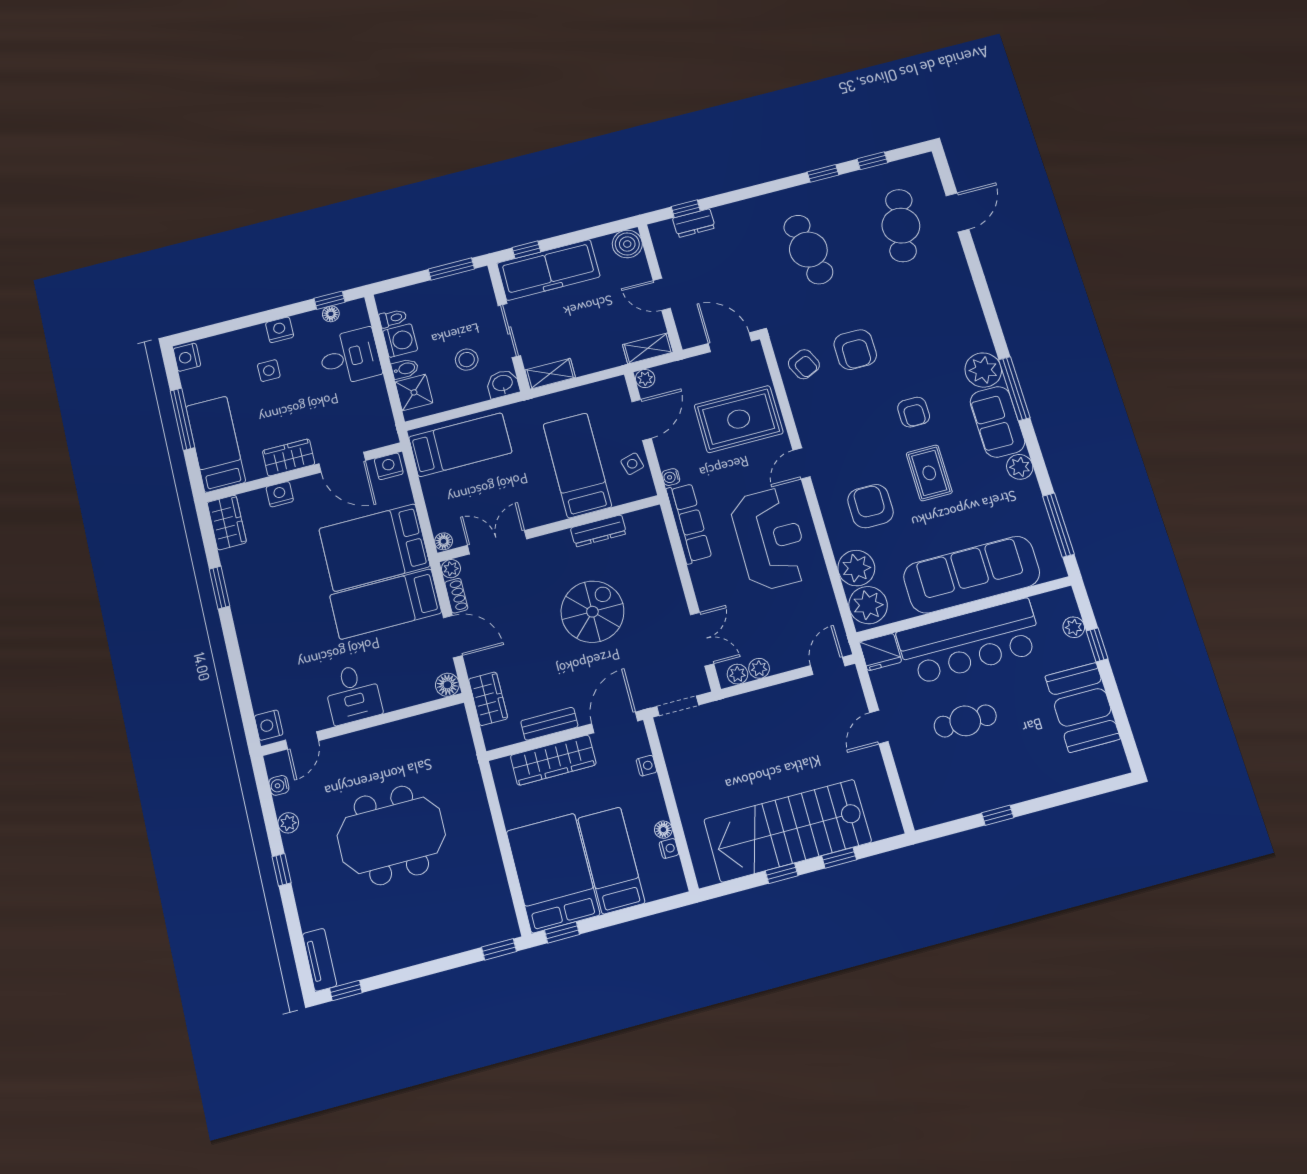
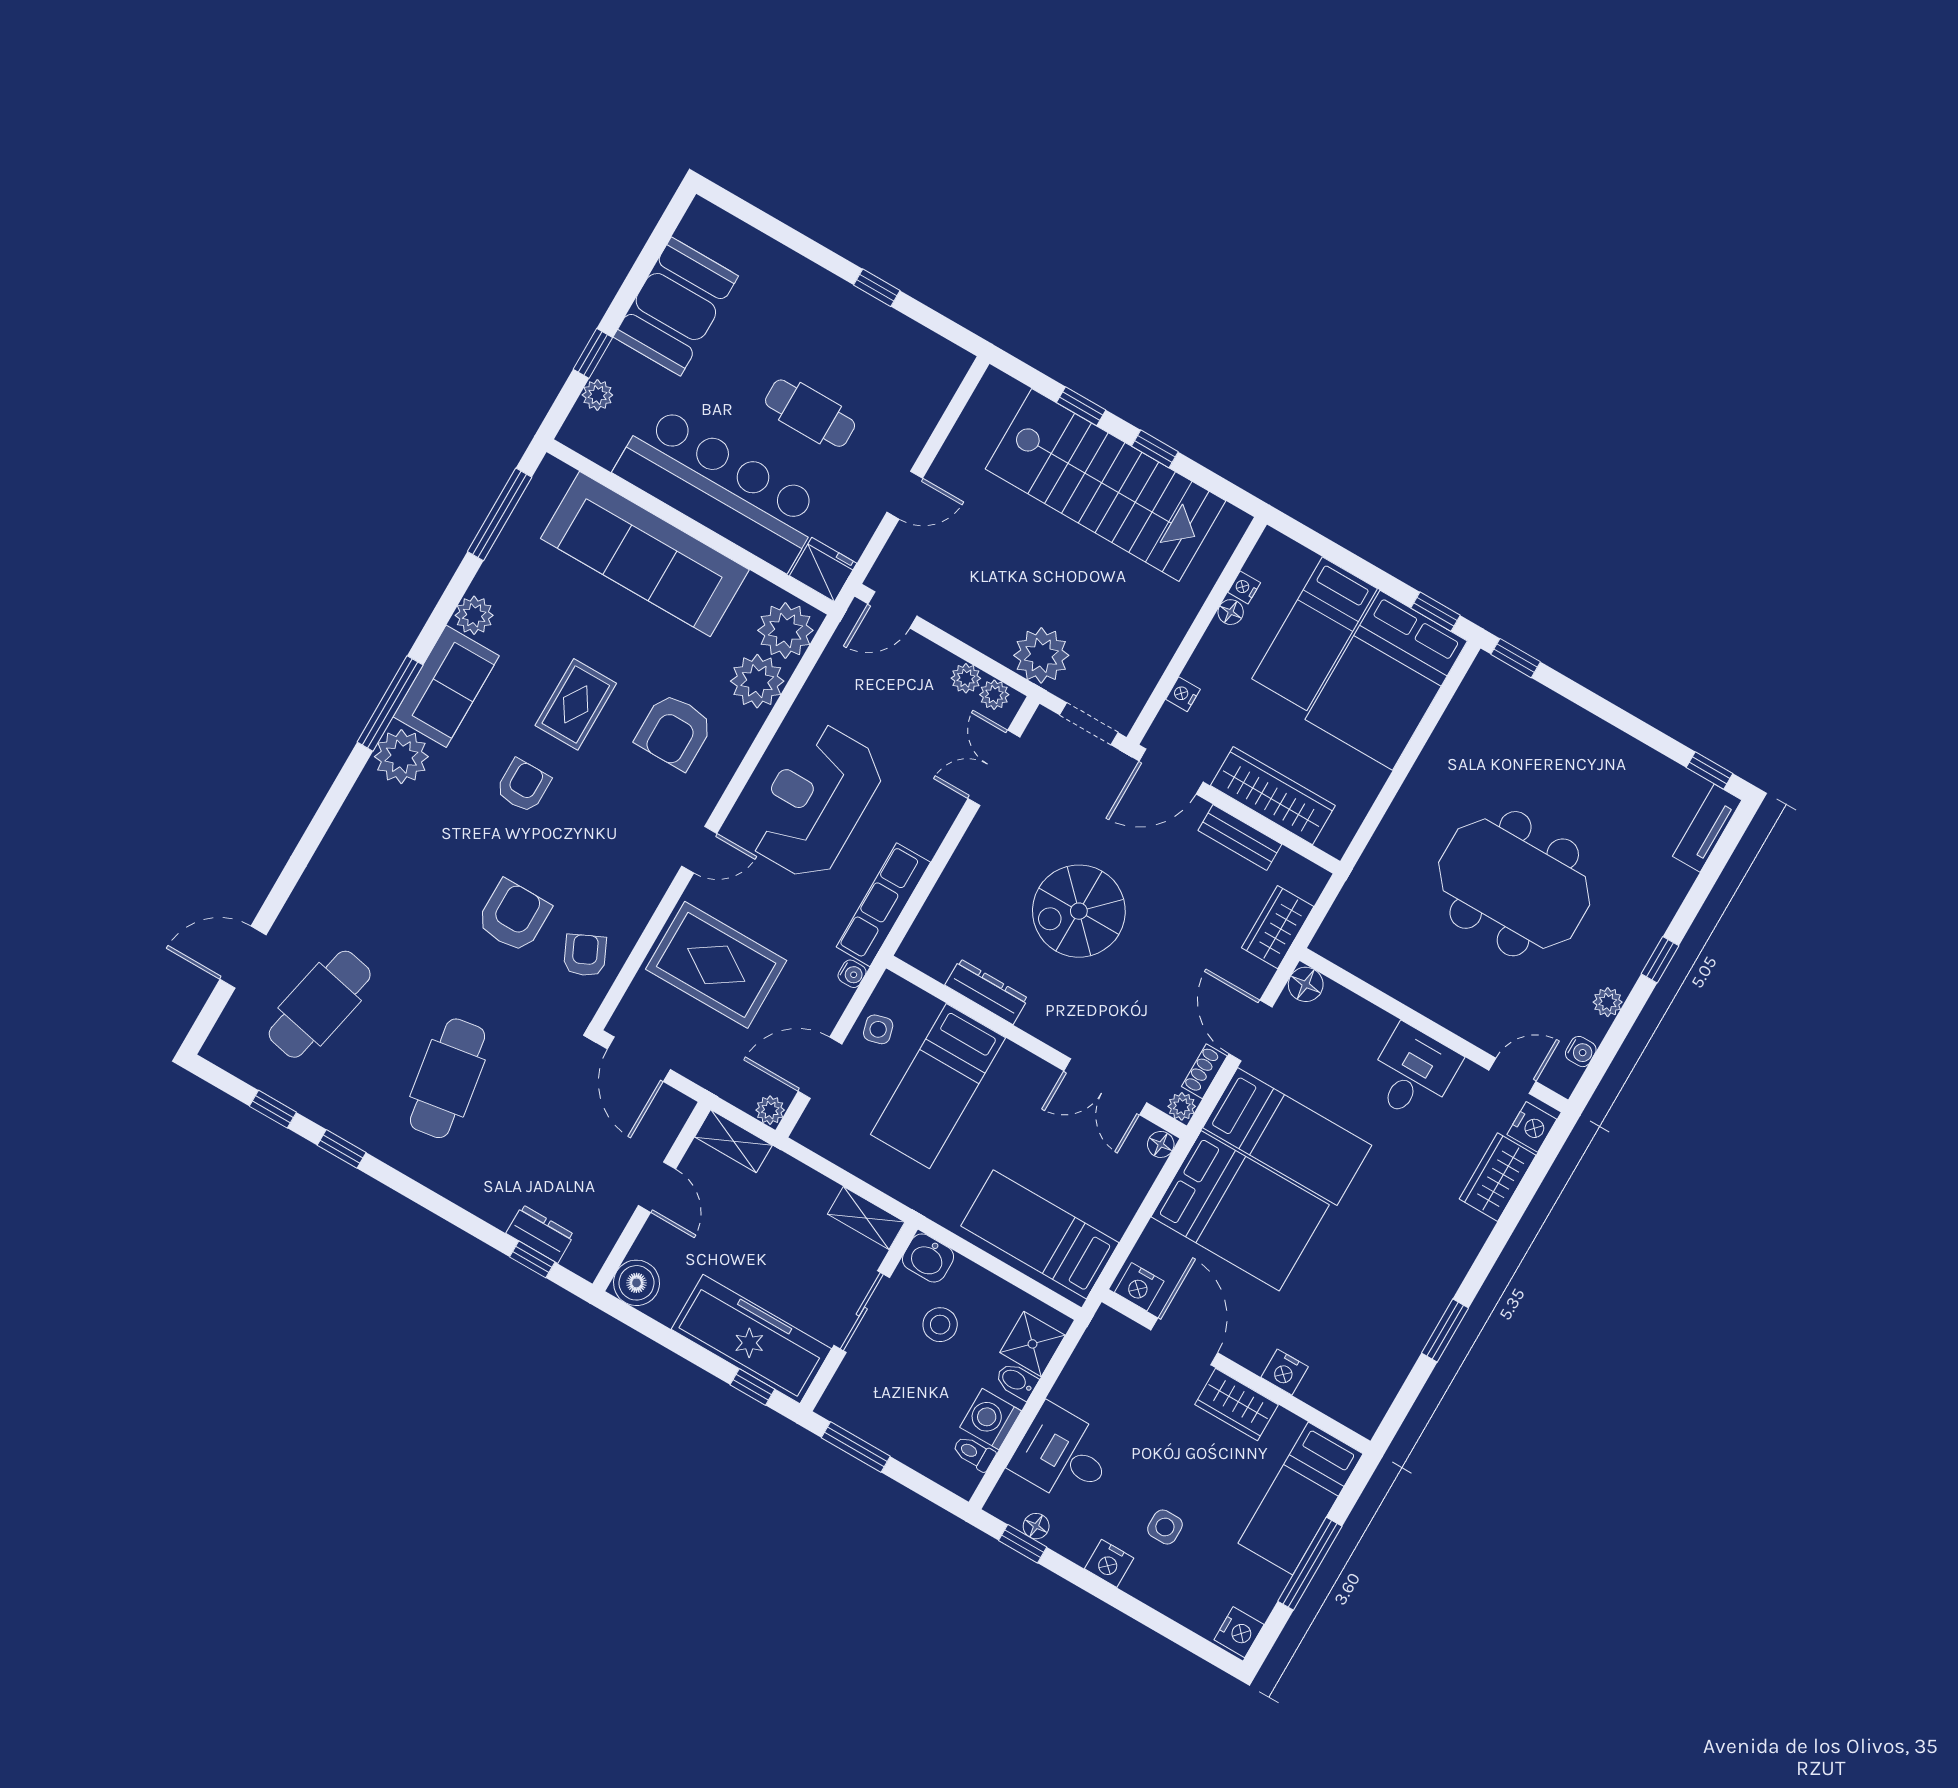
wardrobe: (227, 522) -> (1498, 1177), moved
plant: (734, 716) -> (1041, 655), added

